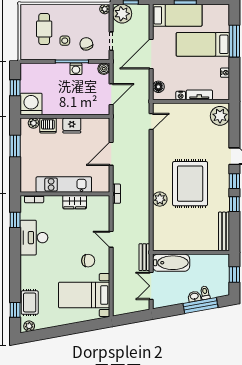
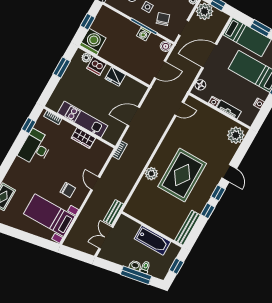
bathtub: (171, 263) -> (153, 240), moved

